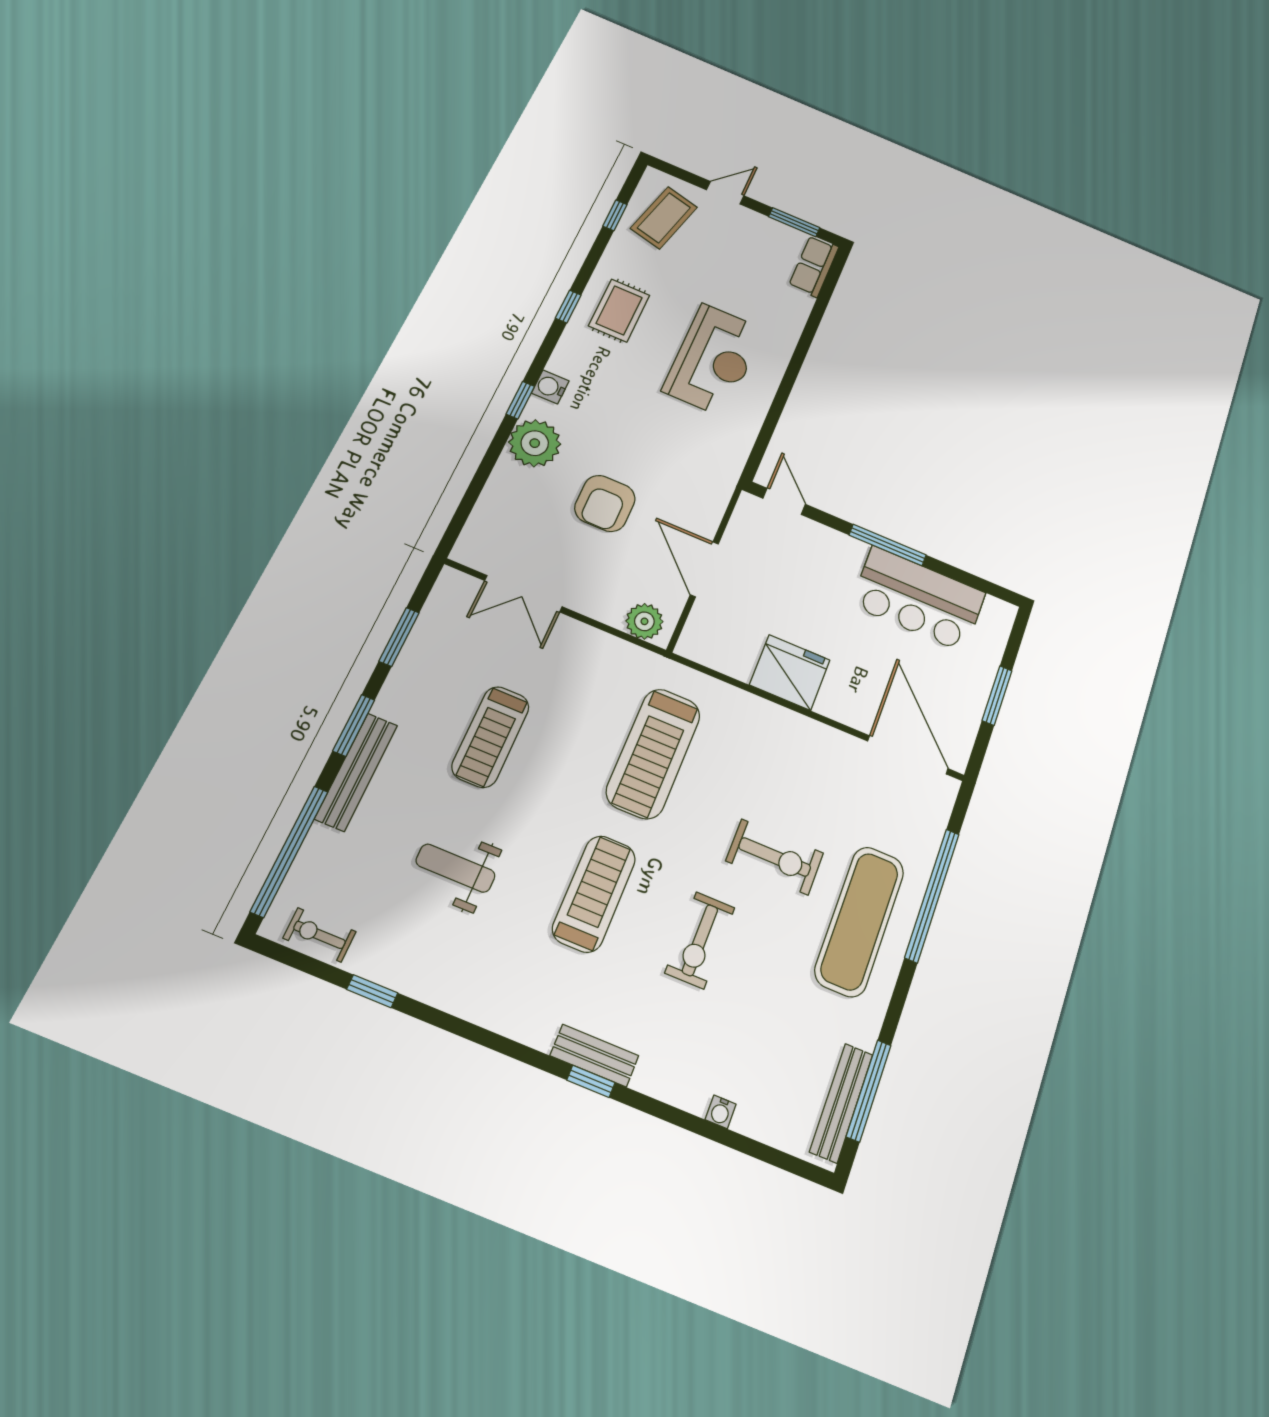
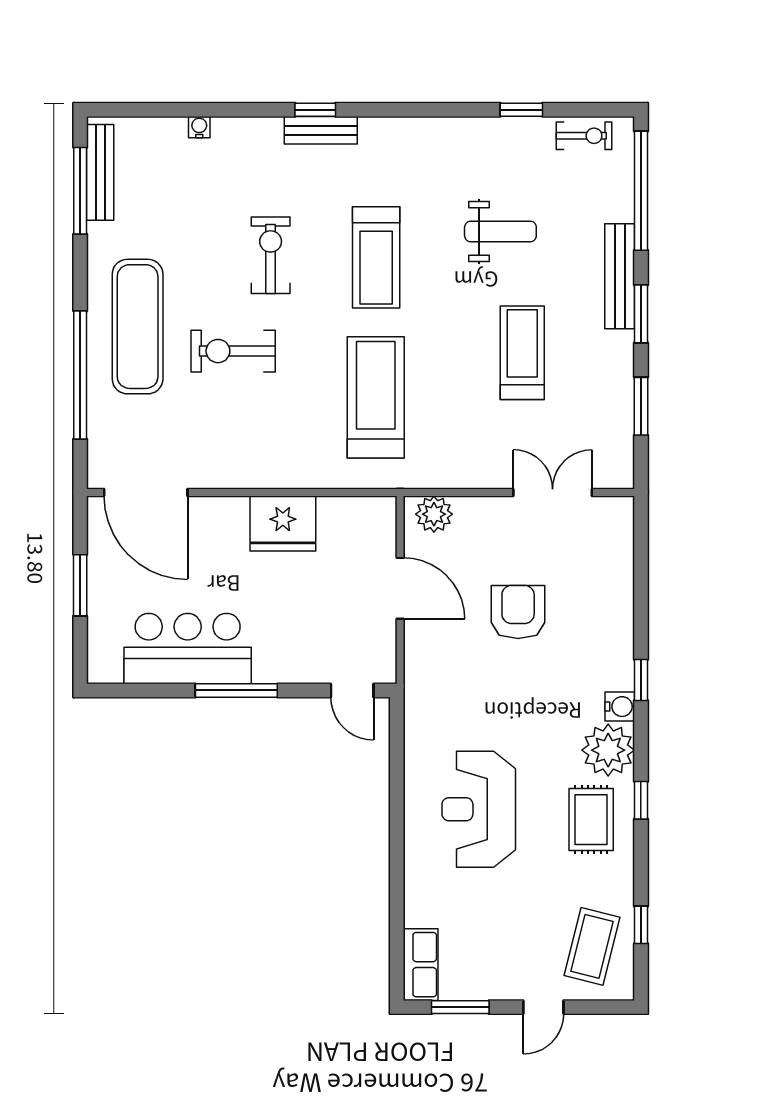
plant: (535, 443) -> (608, 750), moved

